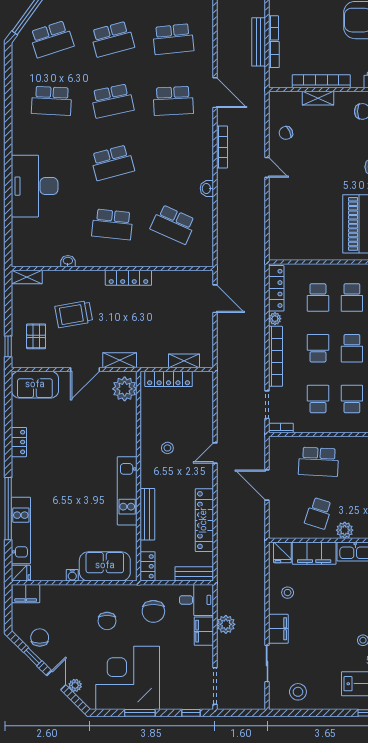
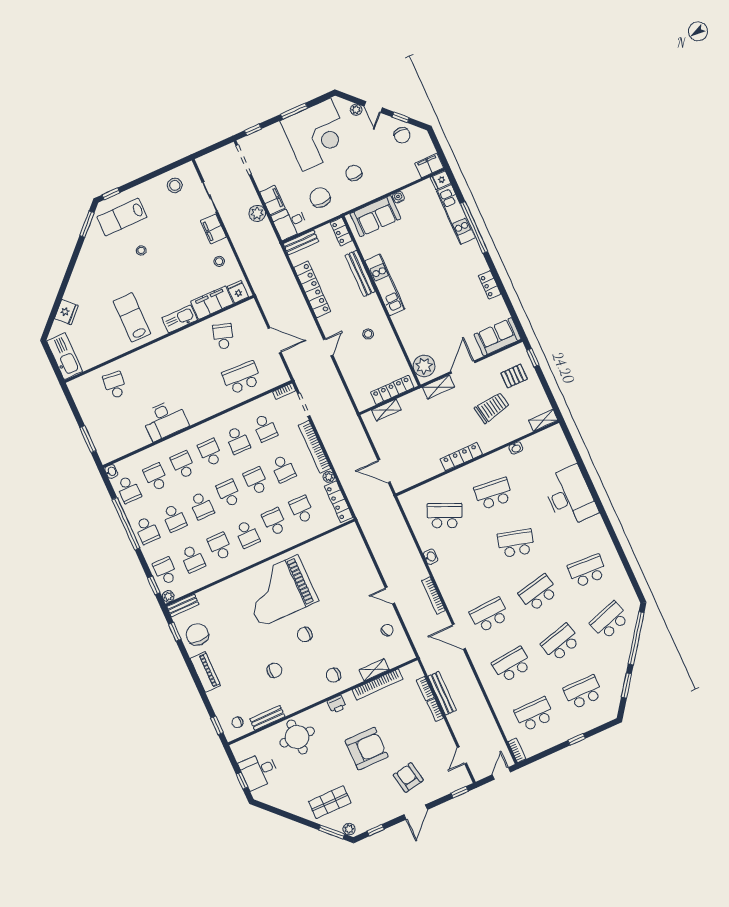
school desk: (112, 163) -> (516, 543), turned 30
pallet: (36, 336) -> (514, 376), turned 90
plant: (345, 530) -> (196, 332), removed

